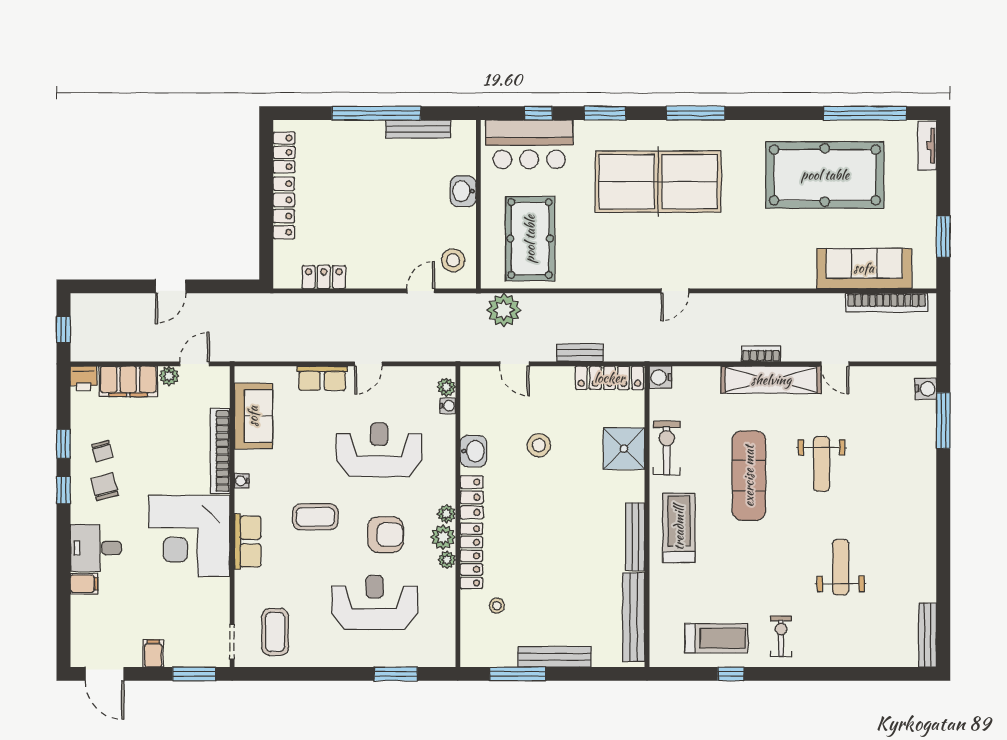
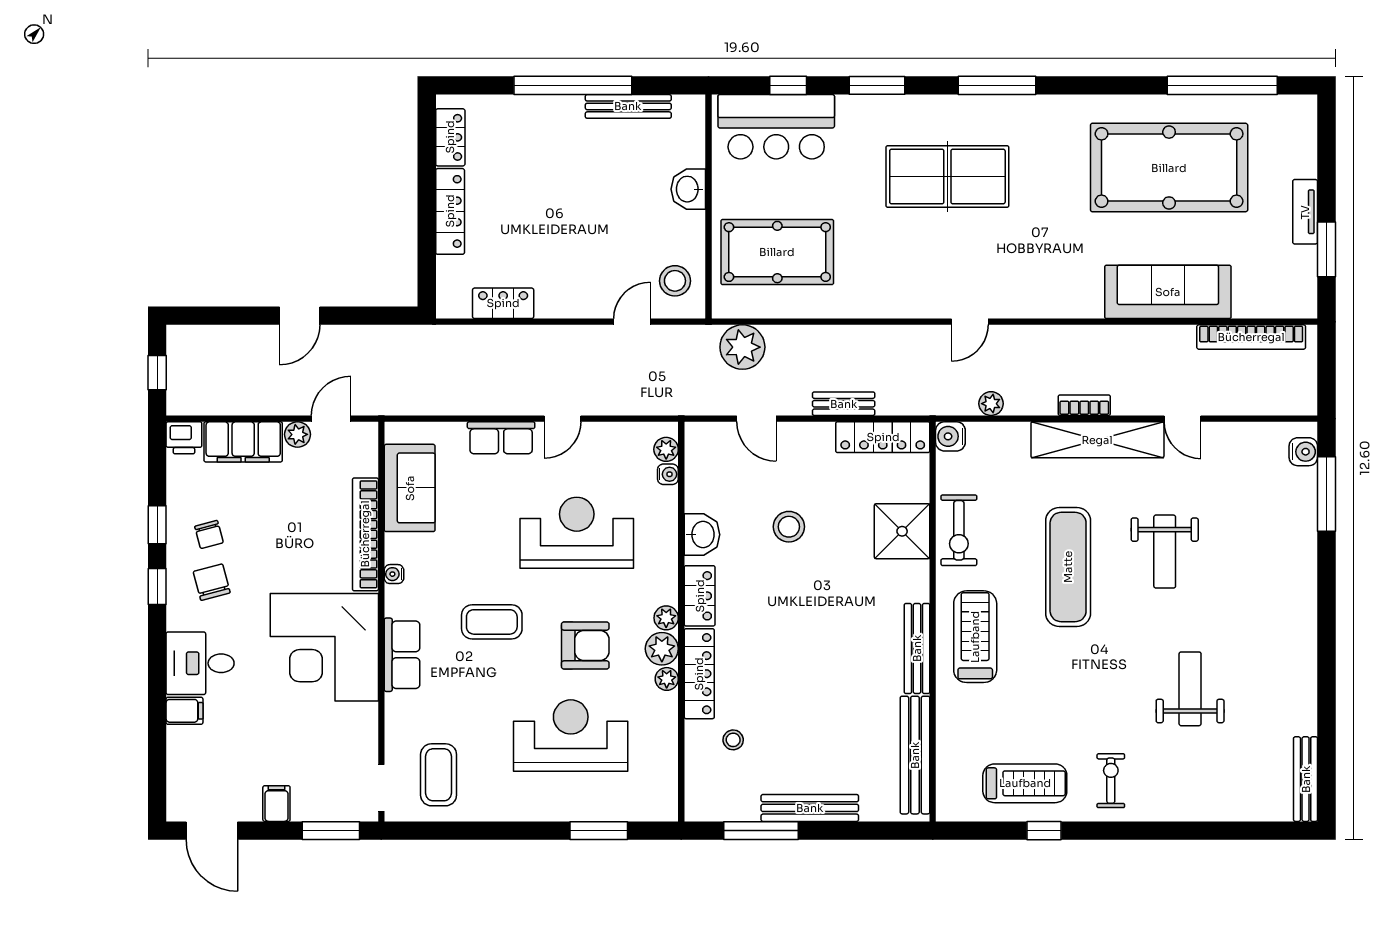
tv unit: (927, 146) -> (1305, 212), moved
table tennis table: (658, 182) -> (947, 177), width x0.73, depth x0.76
pool table: (530, 239) -> (777, 252), turned 90
sofa: (864, 268) -> (1168, 292), moved
plant: (691, 353) -> (991, 404), added
exercise bike: (667, 448) -> (959, 530), turned 180

